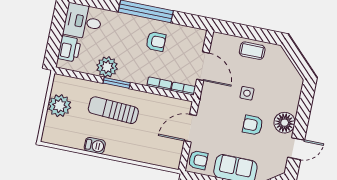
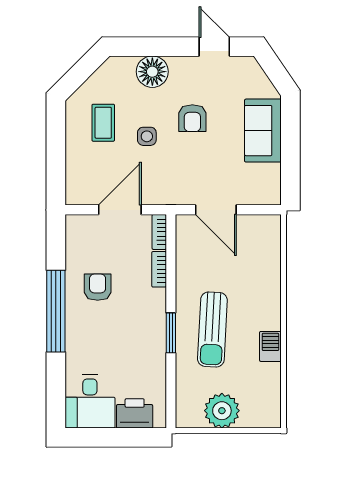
coffee table: (252, 51) -> (103, 123), moved
plant: (107, 67) -> (150, 352), removed
floor lamp: (285, 123) -> (152, 72), moved
armchair: (198, 160) -> (261, 189), removed

